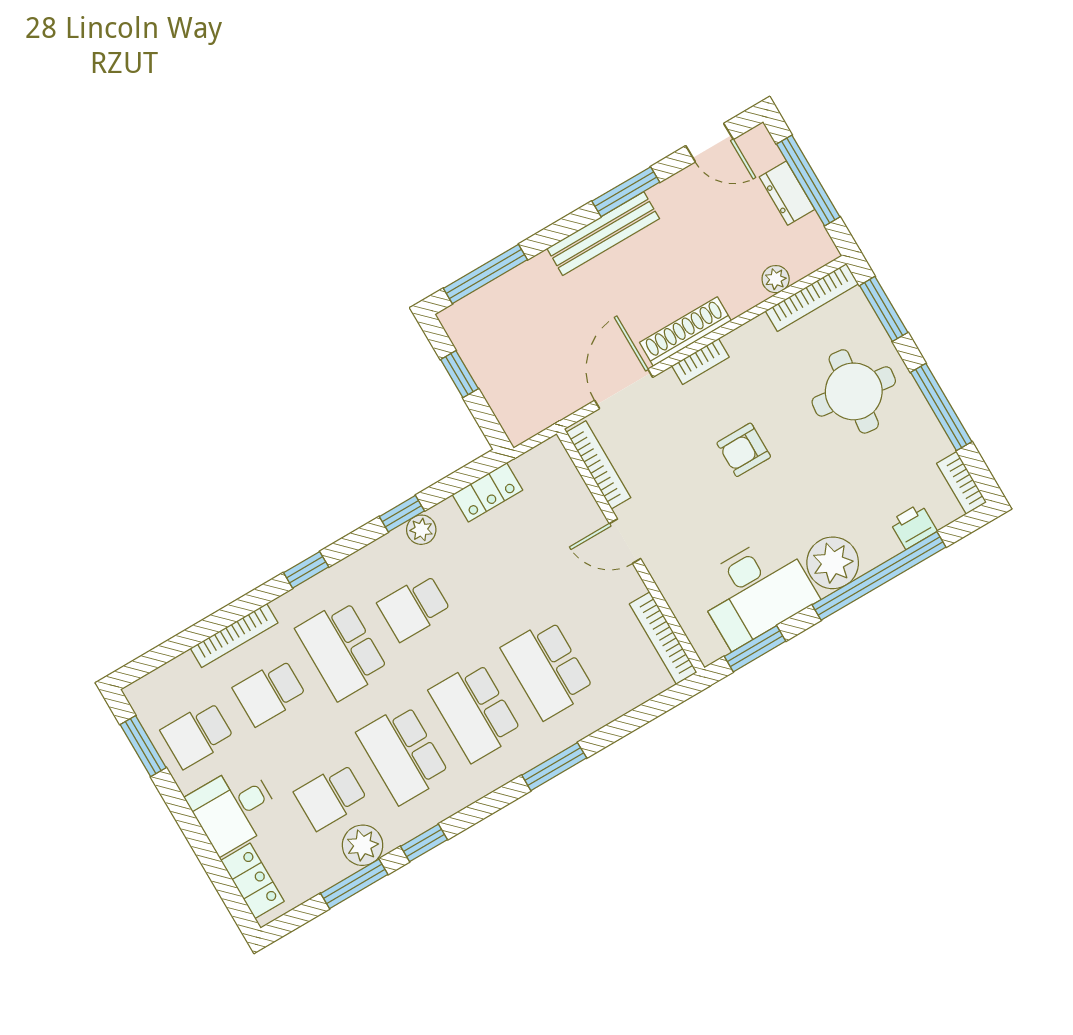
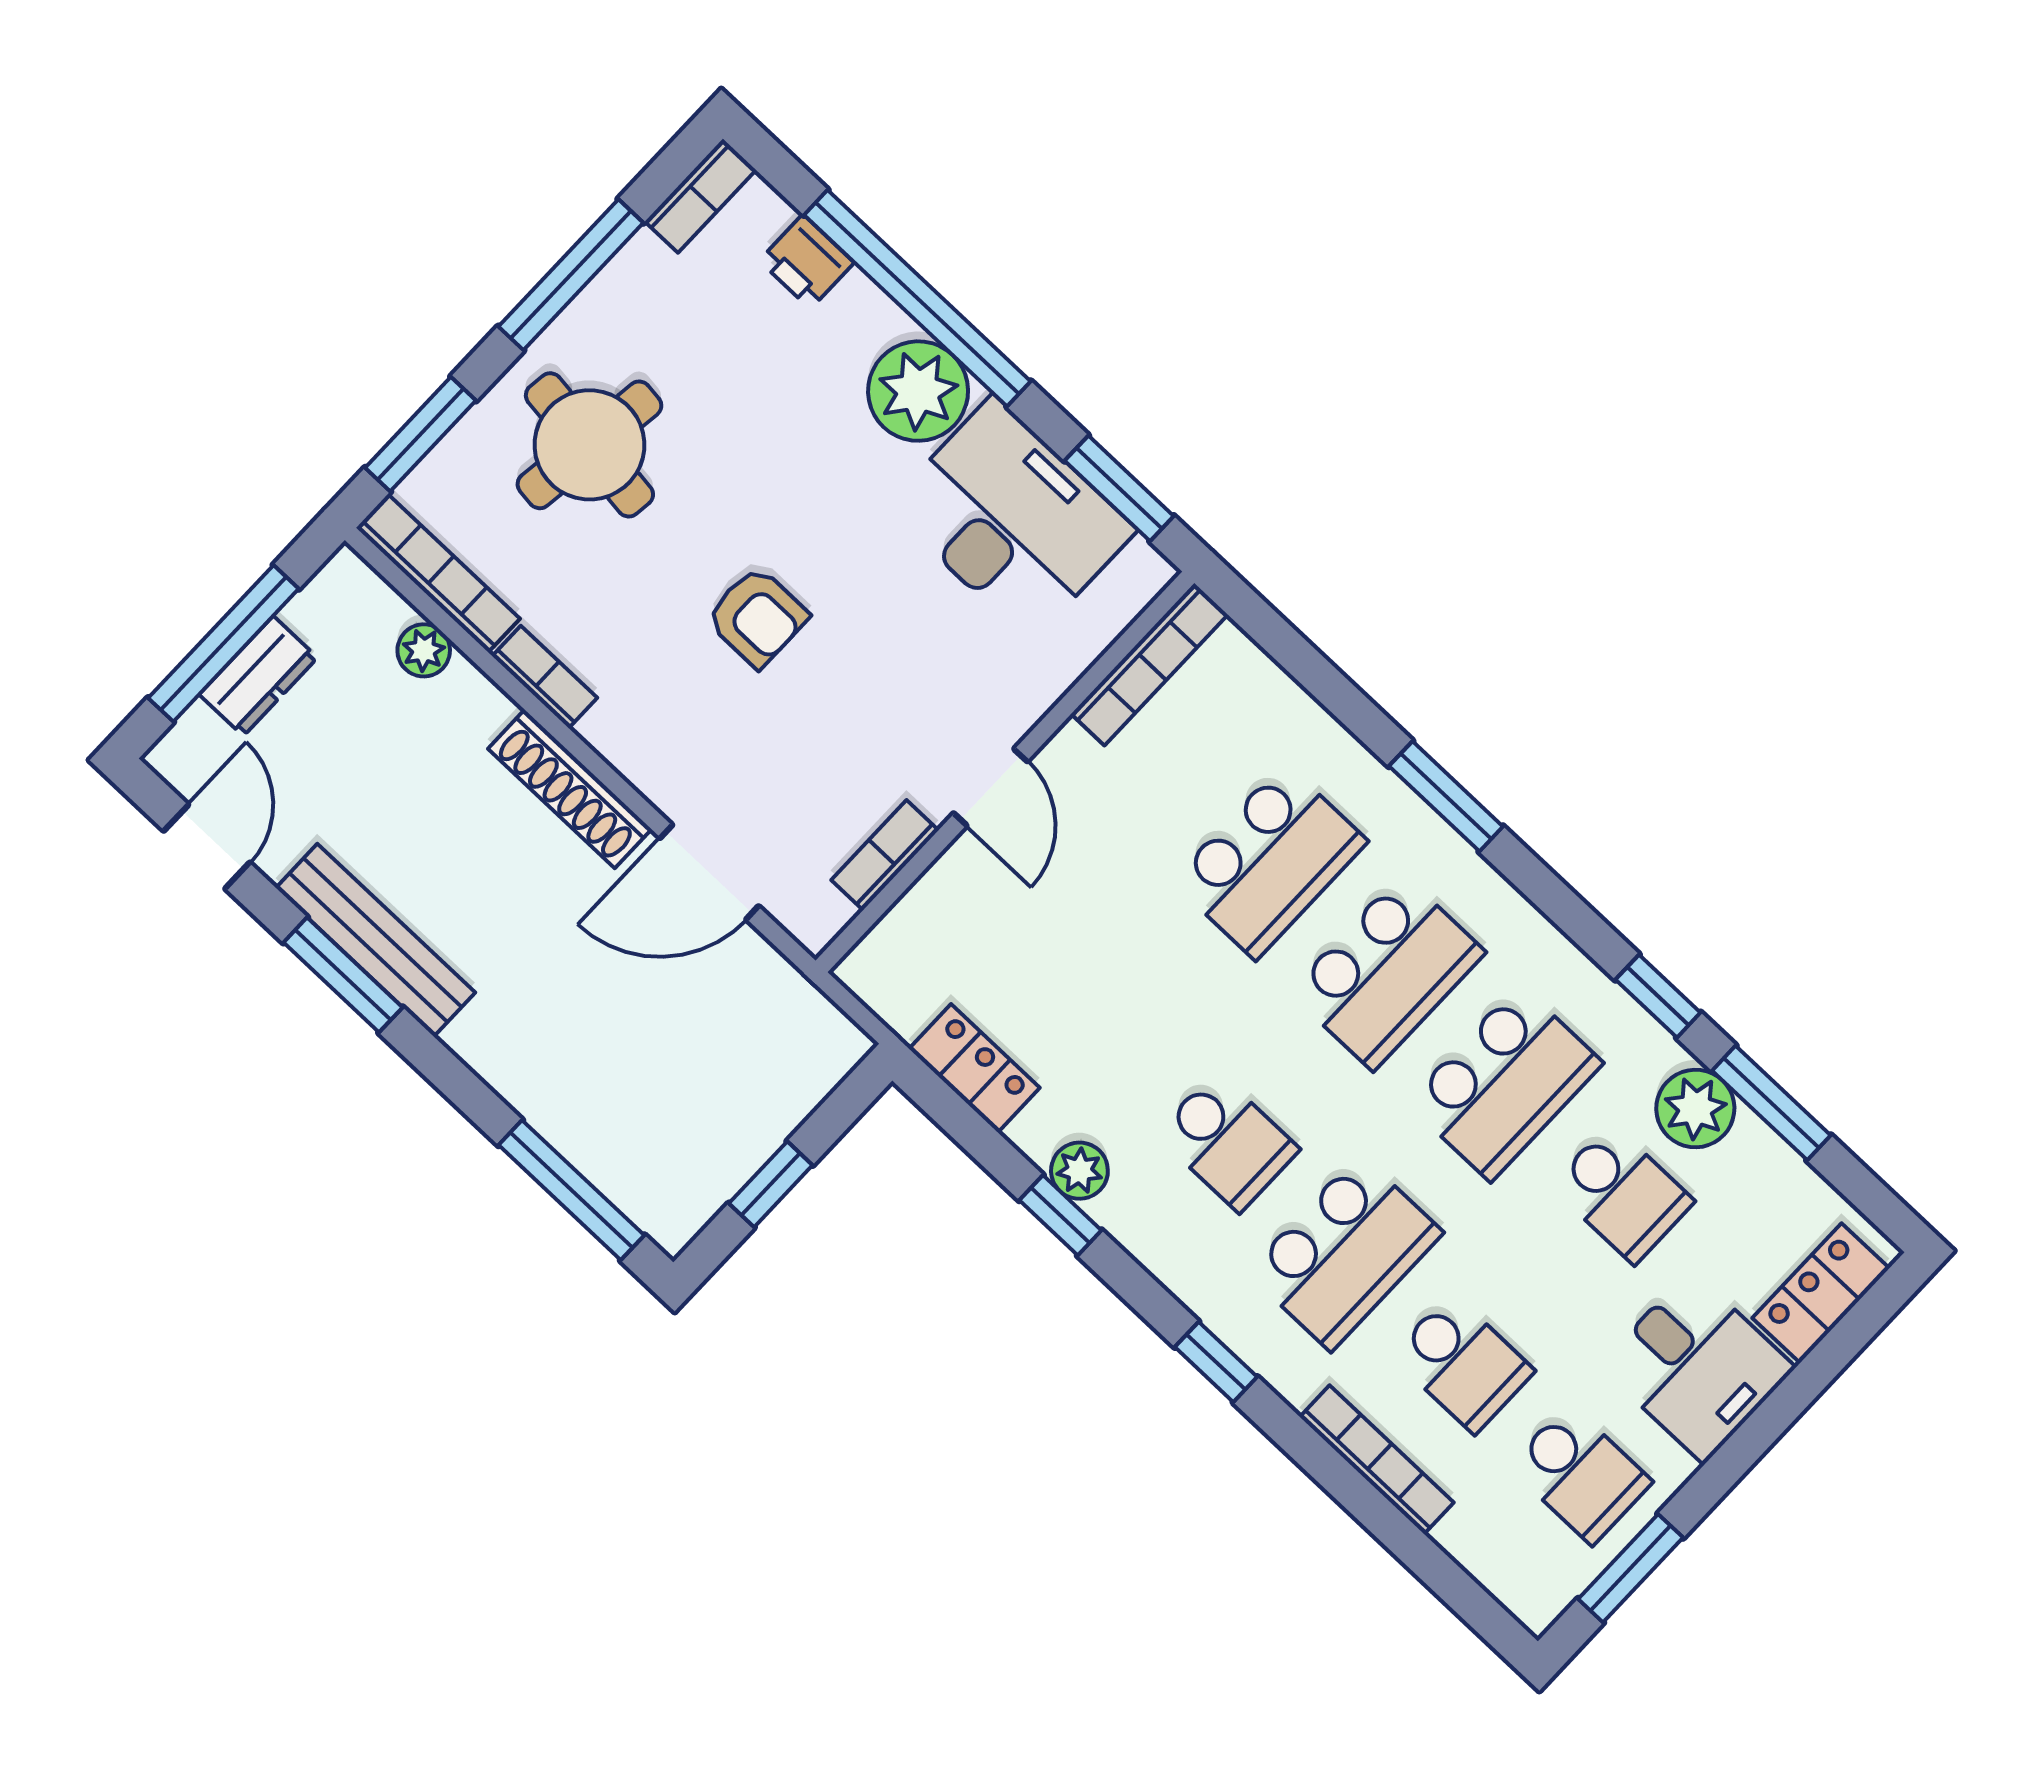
bench: (603, 234) -> (376, 940), moved
bookcase: (701, 361) -> (545, 677), moved
bookcase: (598, 465) -> (885, 855), width x0.64

